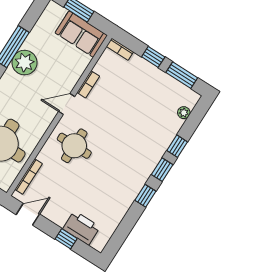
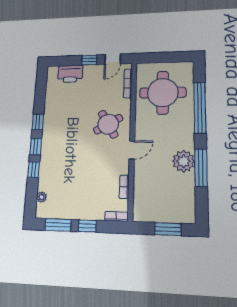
sofa: (81, 34) -> (154, 210), removed
bookcase: (88, 84) -> (124, 187), moved
round table: (74, 146) -> (108, 124), turned -30
window: (66, 239) -> (89, 60), moved

